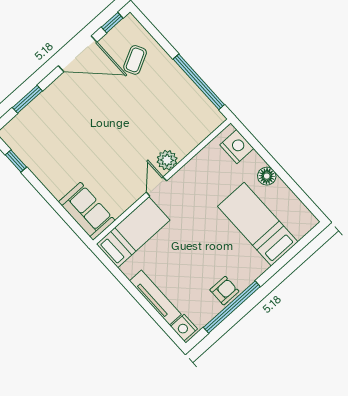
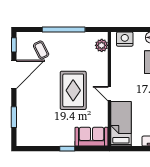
window: (199, 82) -> (64, 29), moved
rug: (122, 140) -> (73, 90), added
plant: (167, 160) -> (102, 45), moved
window: (16, 161) -> (67, 149), moved

